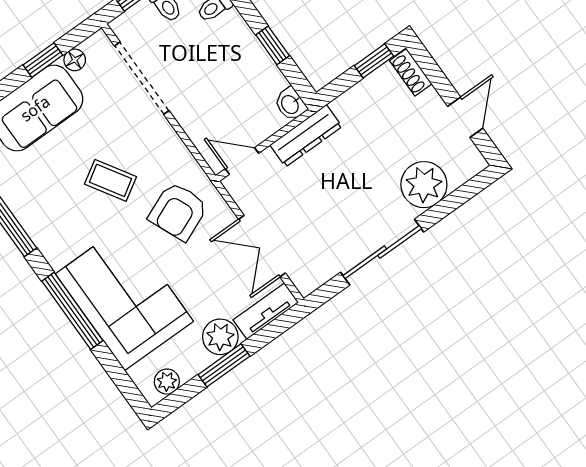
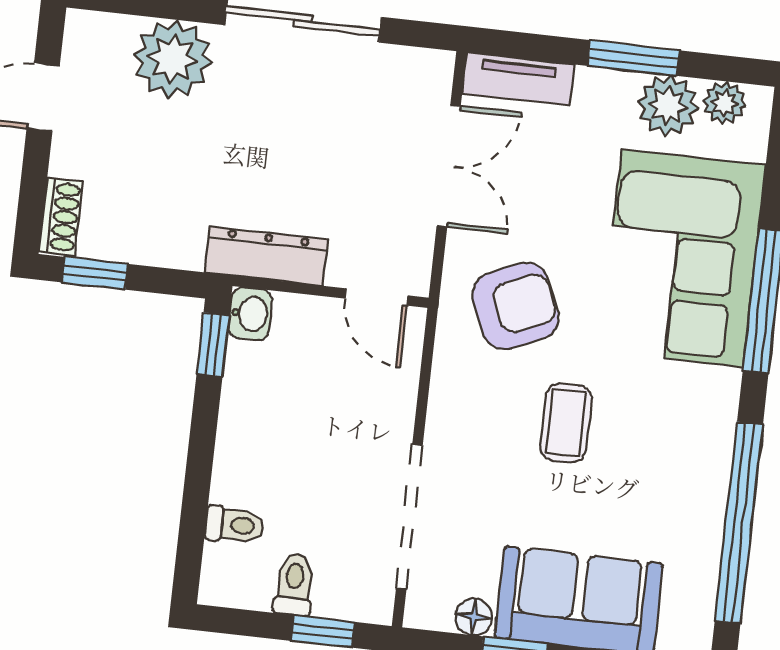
window: (273, 45) -> (213, 345), moved
coffee table: (110, 180) -> (566, 423), turned 32
plant: (220, 337) -> (668, 105), moved

